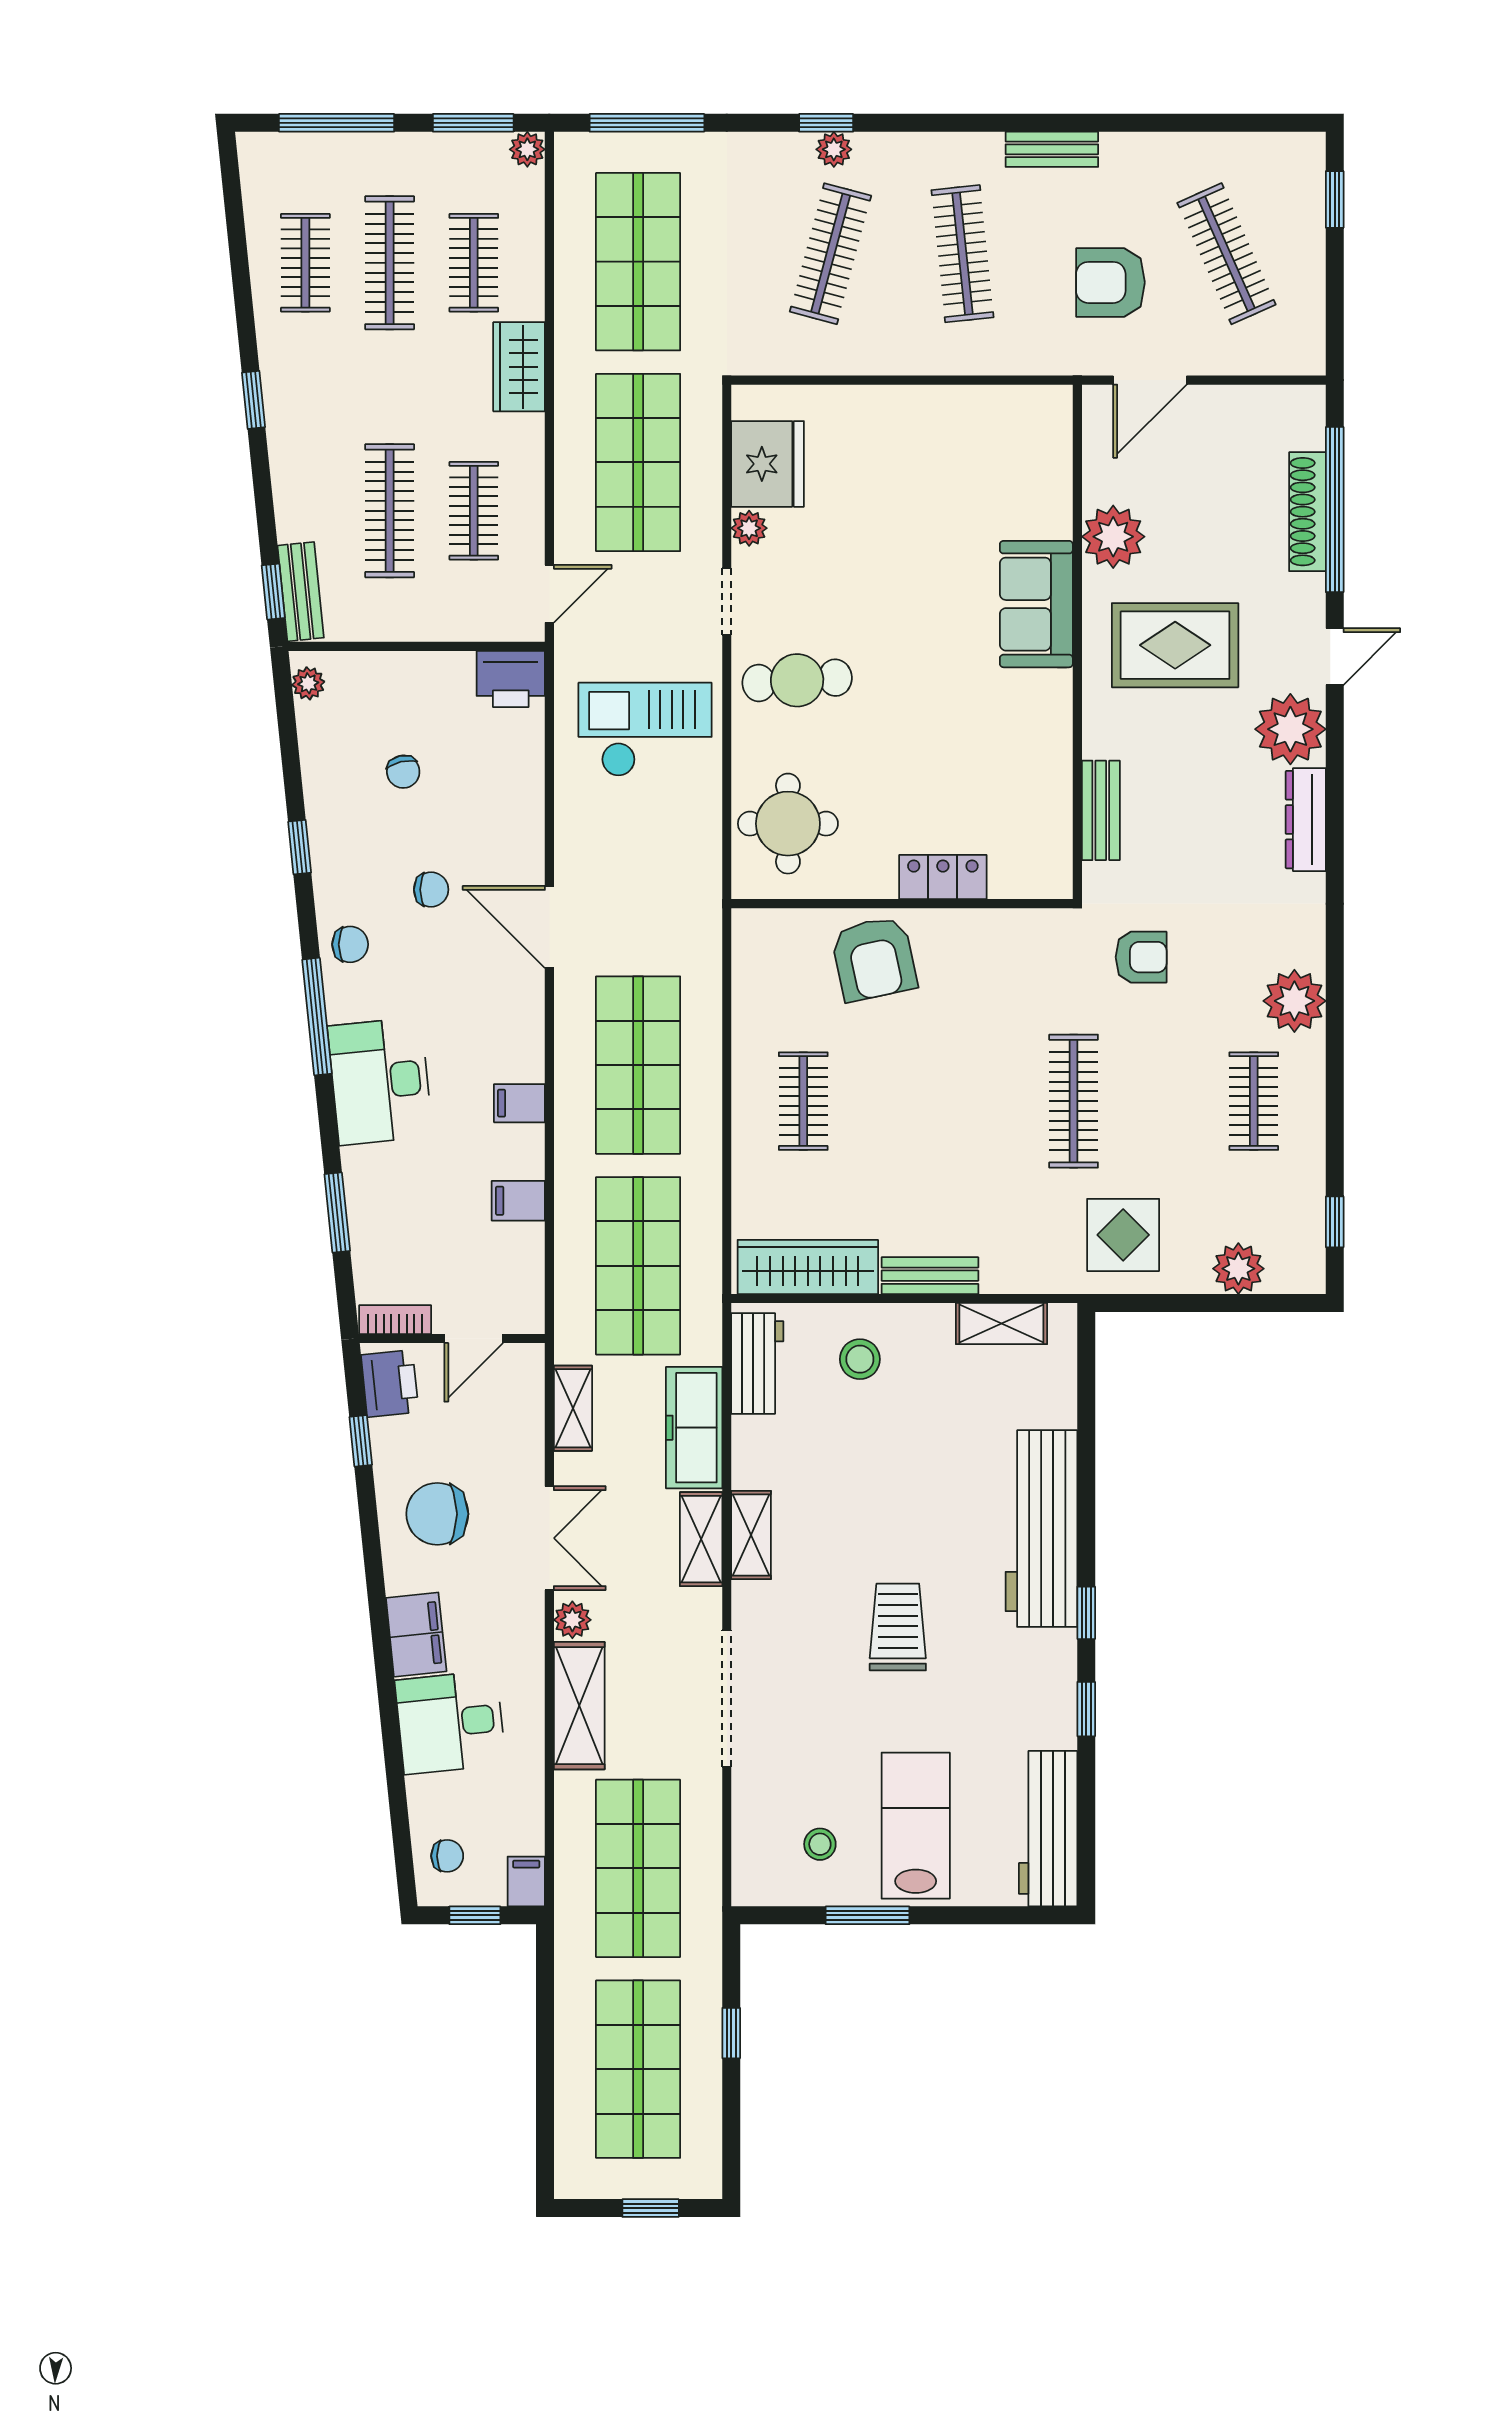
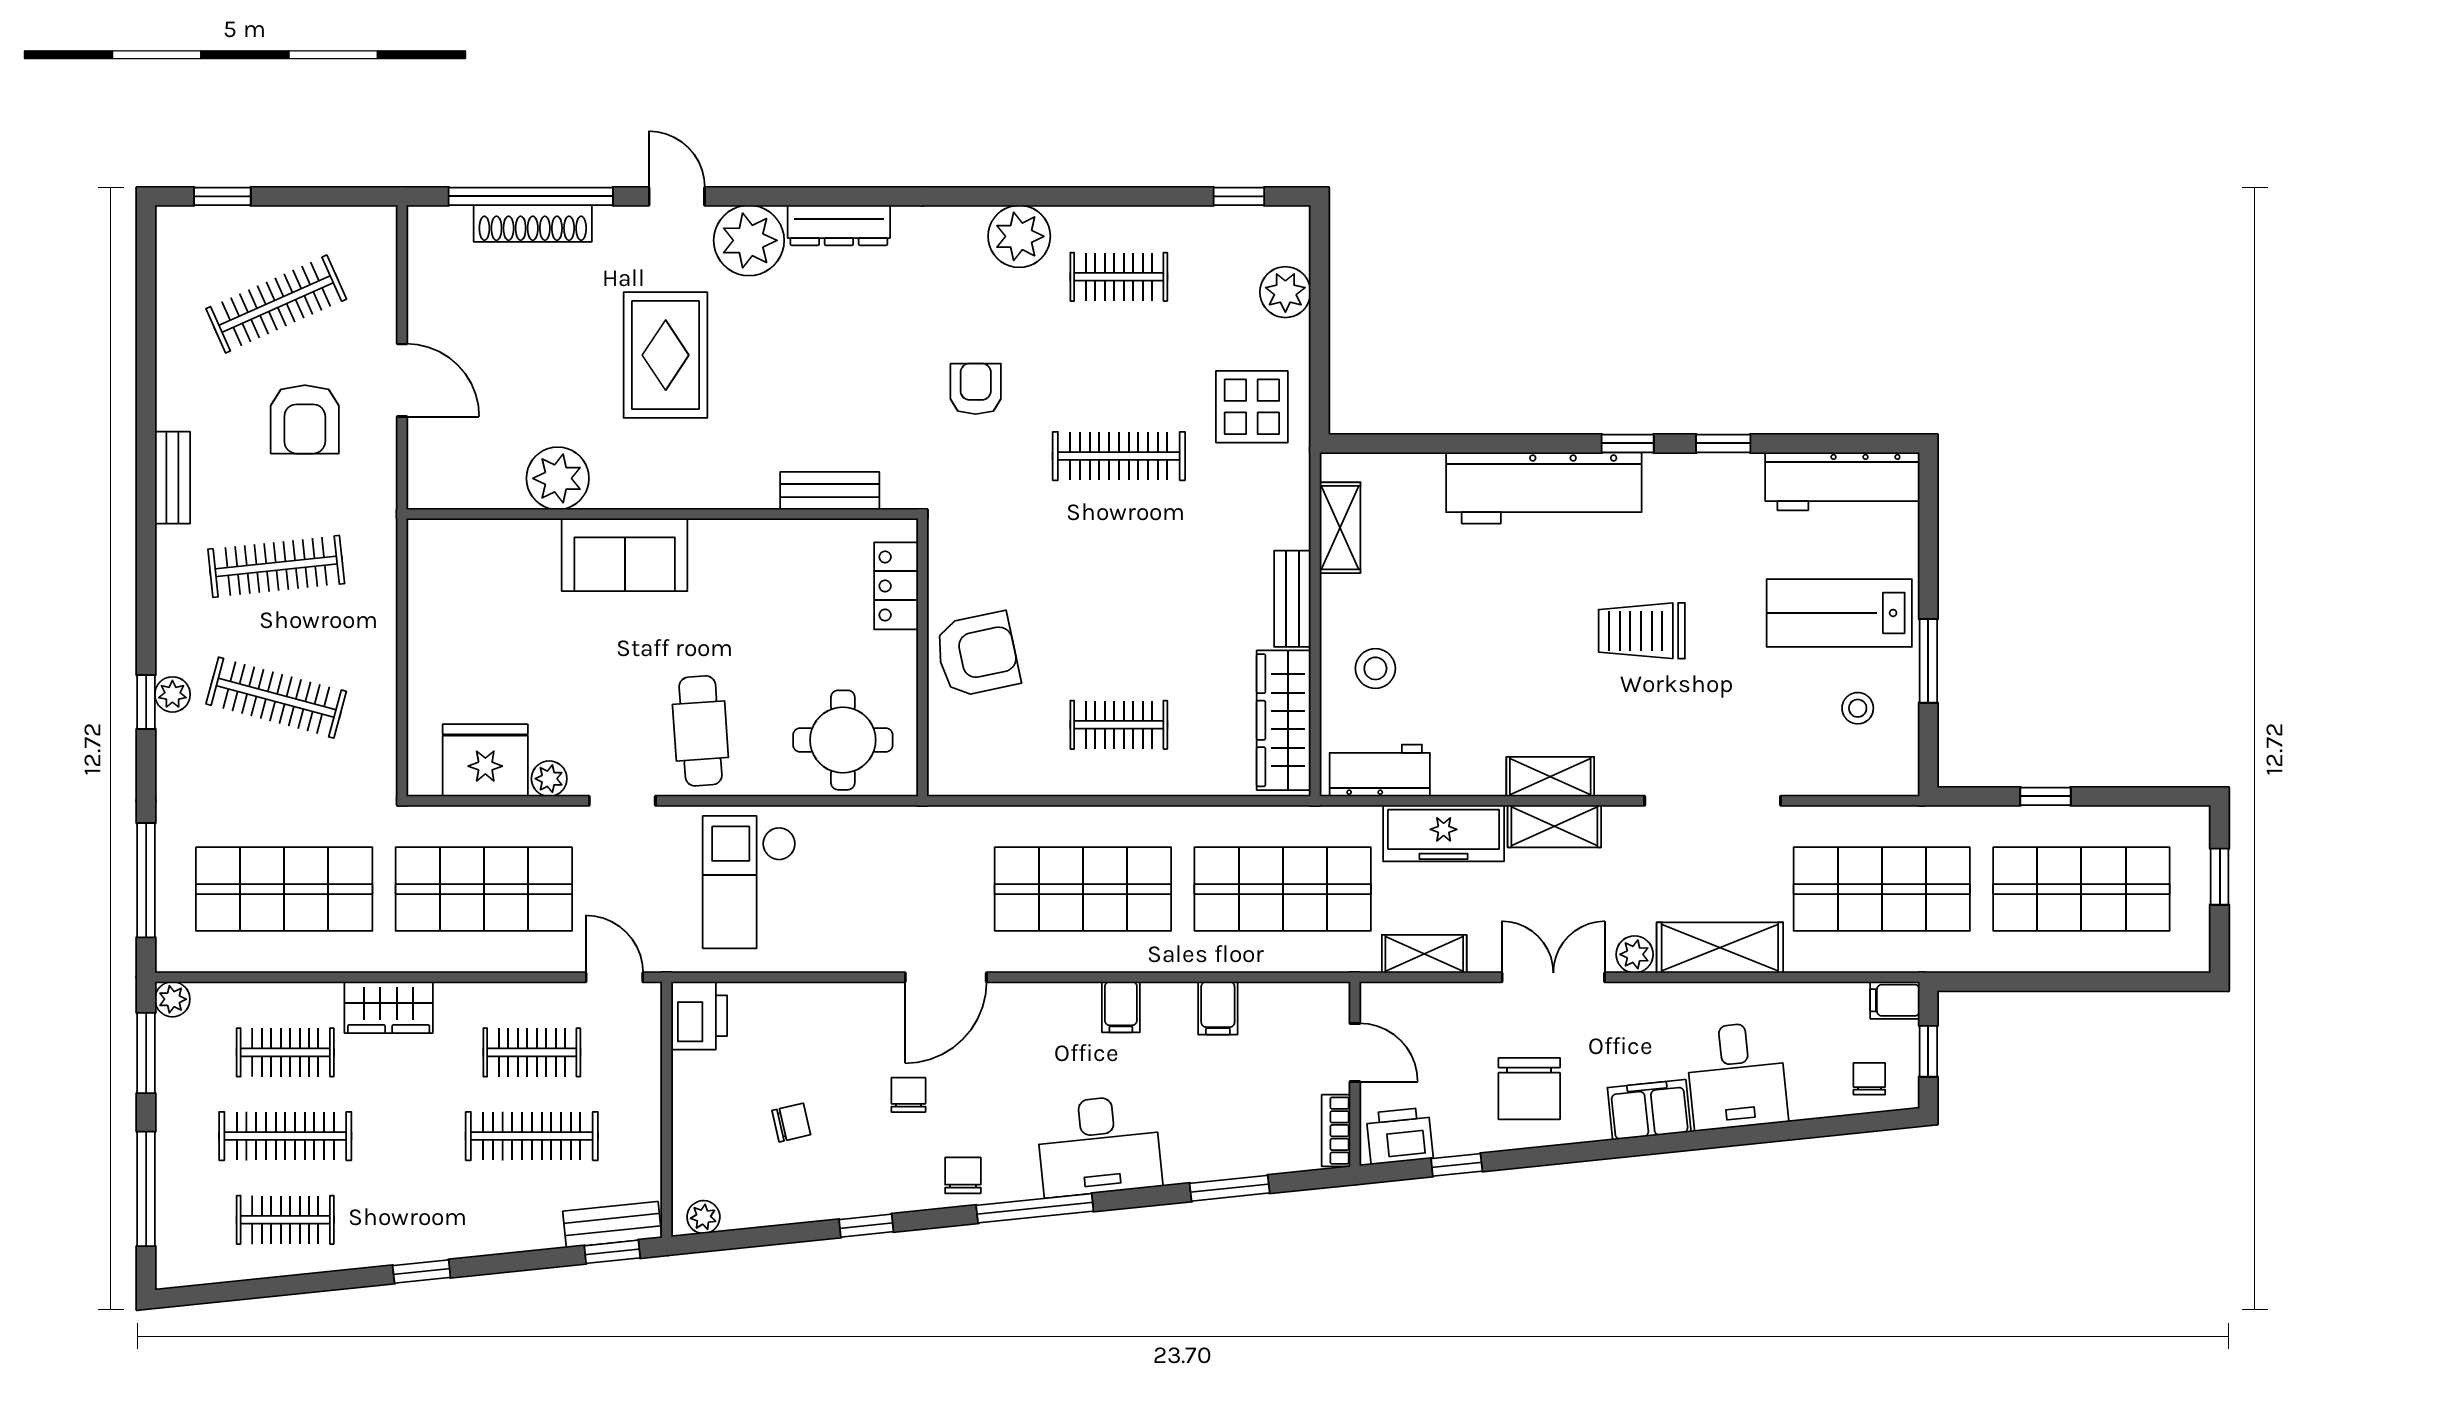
plant: (1113, 537) -> (558, 478), moved
sofa: (1036, 604) -> (625, 555), moved
wall: (1077, 642) -> (662, 514), moved
bench: (1101, 810) -> (830, 491), moved

